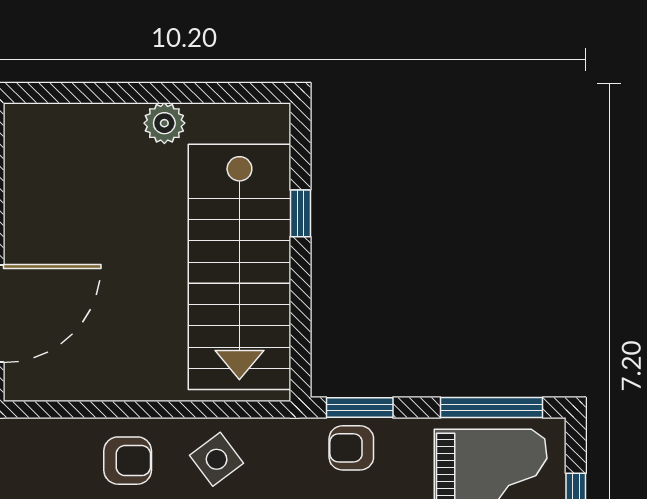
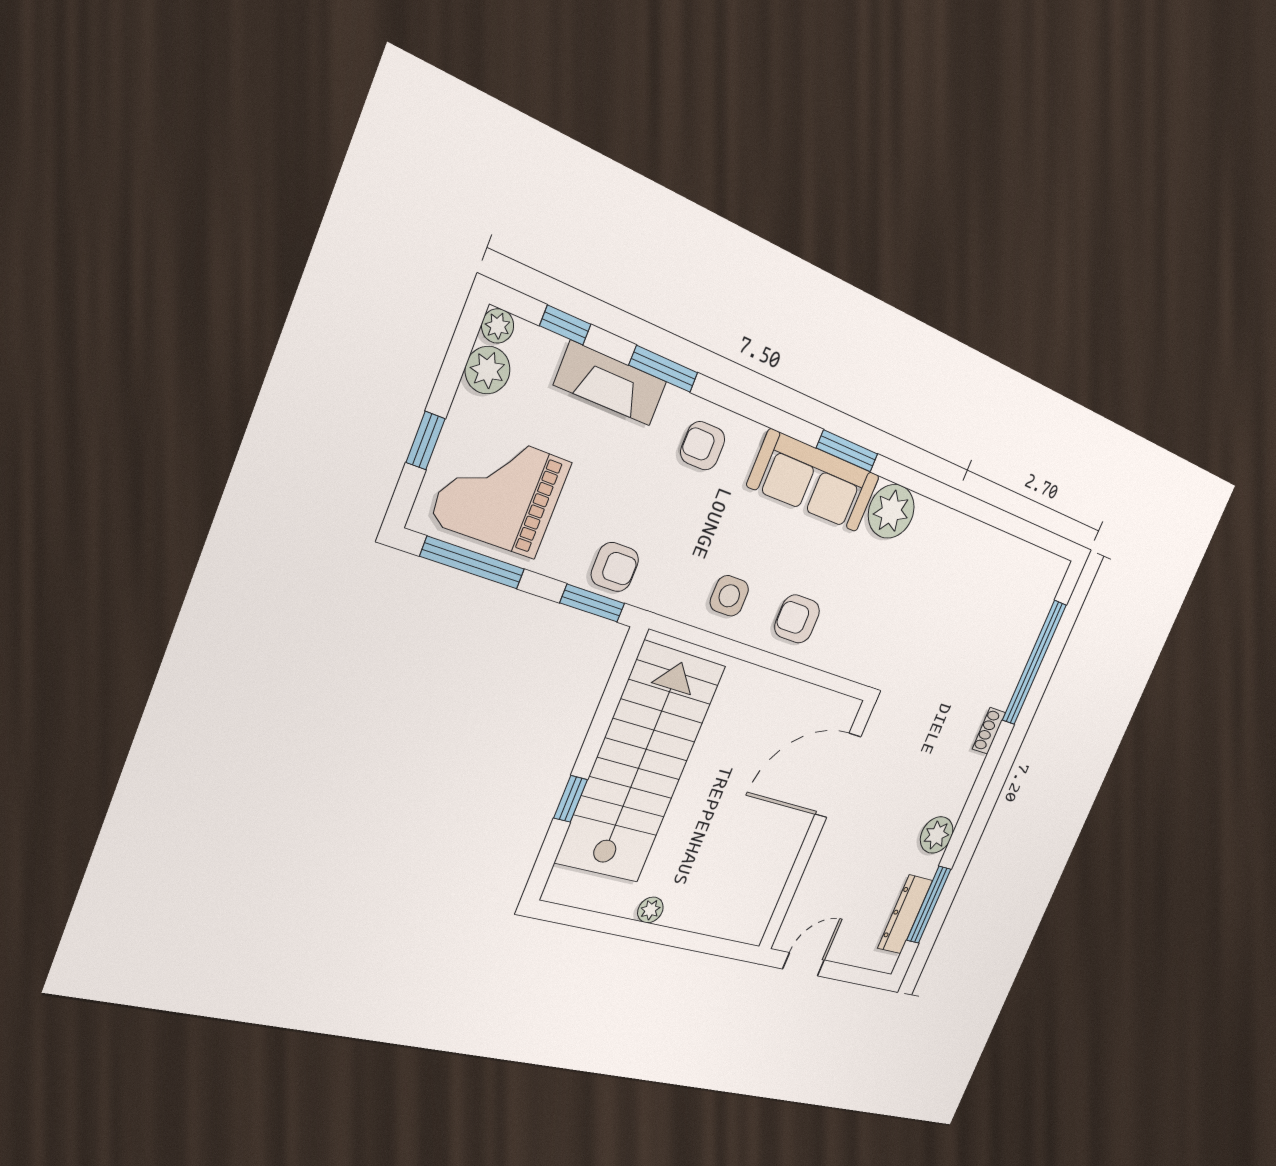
plant: (164, 123) -> (650, 910), width x0.73, depth x0.73
side table: (217, 459) -> (729, 596), turned 37

